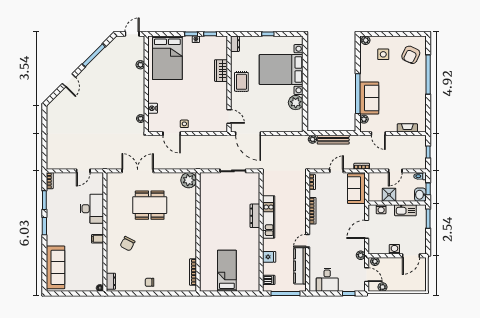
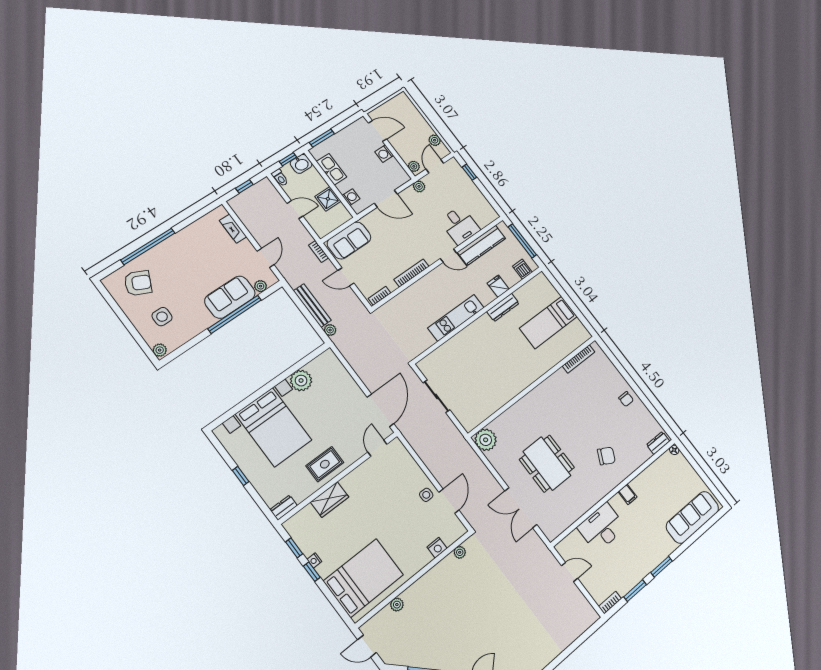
dresser: (255, 216) -> (503, 307), moved
desk: (327, 280) -> (460, 225), moved, turned 90

